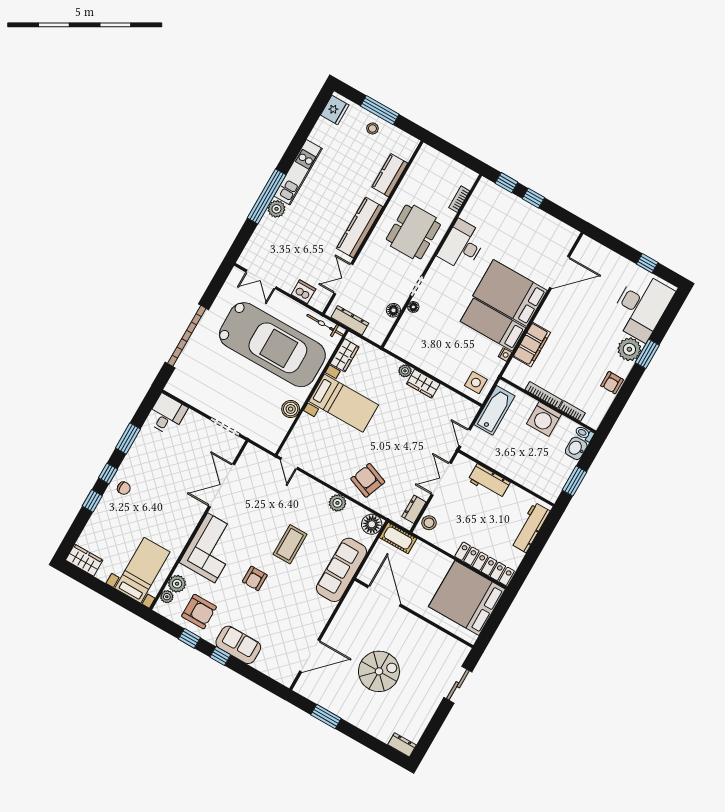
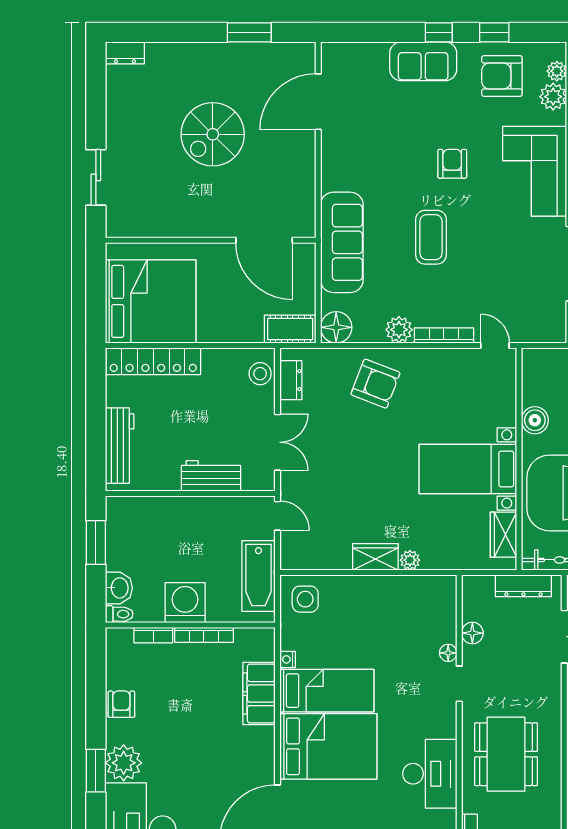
bookcase: (314, 485) -> (444, 335), added

